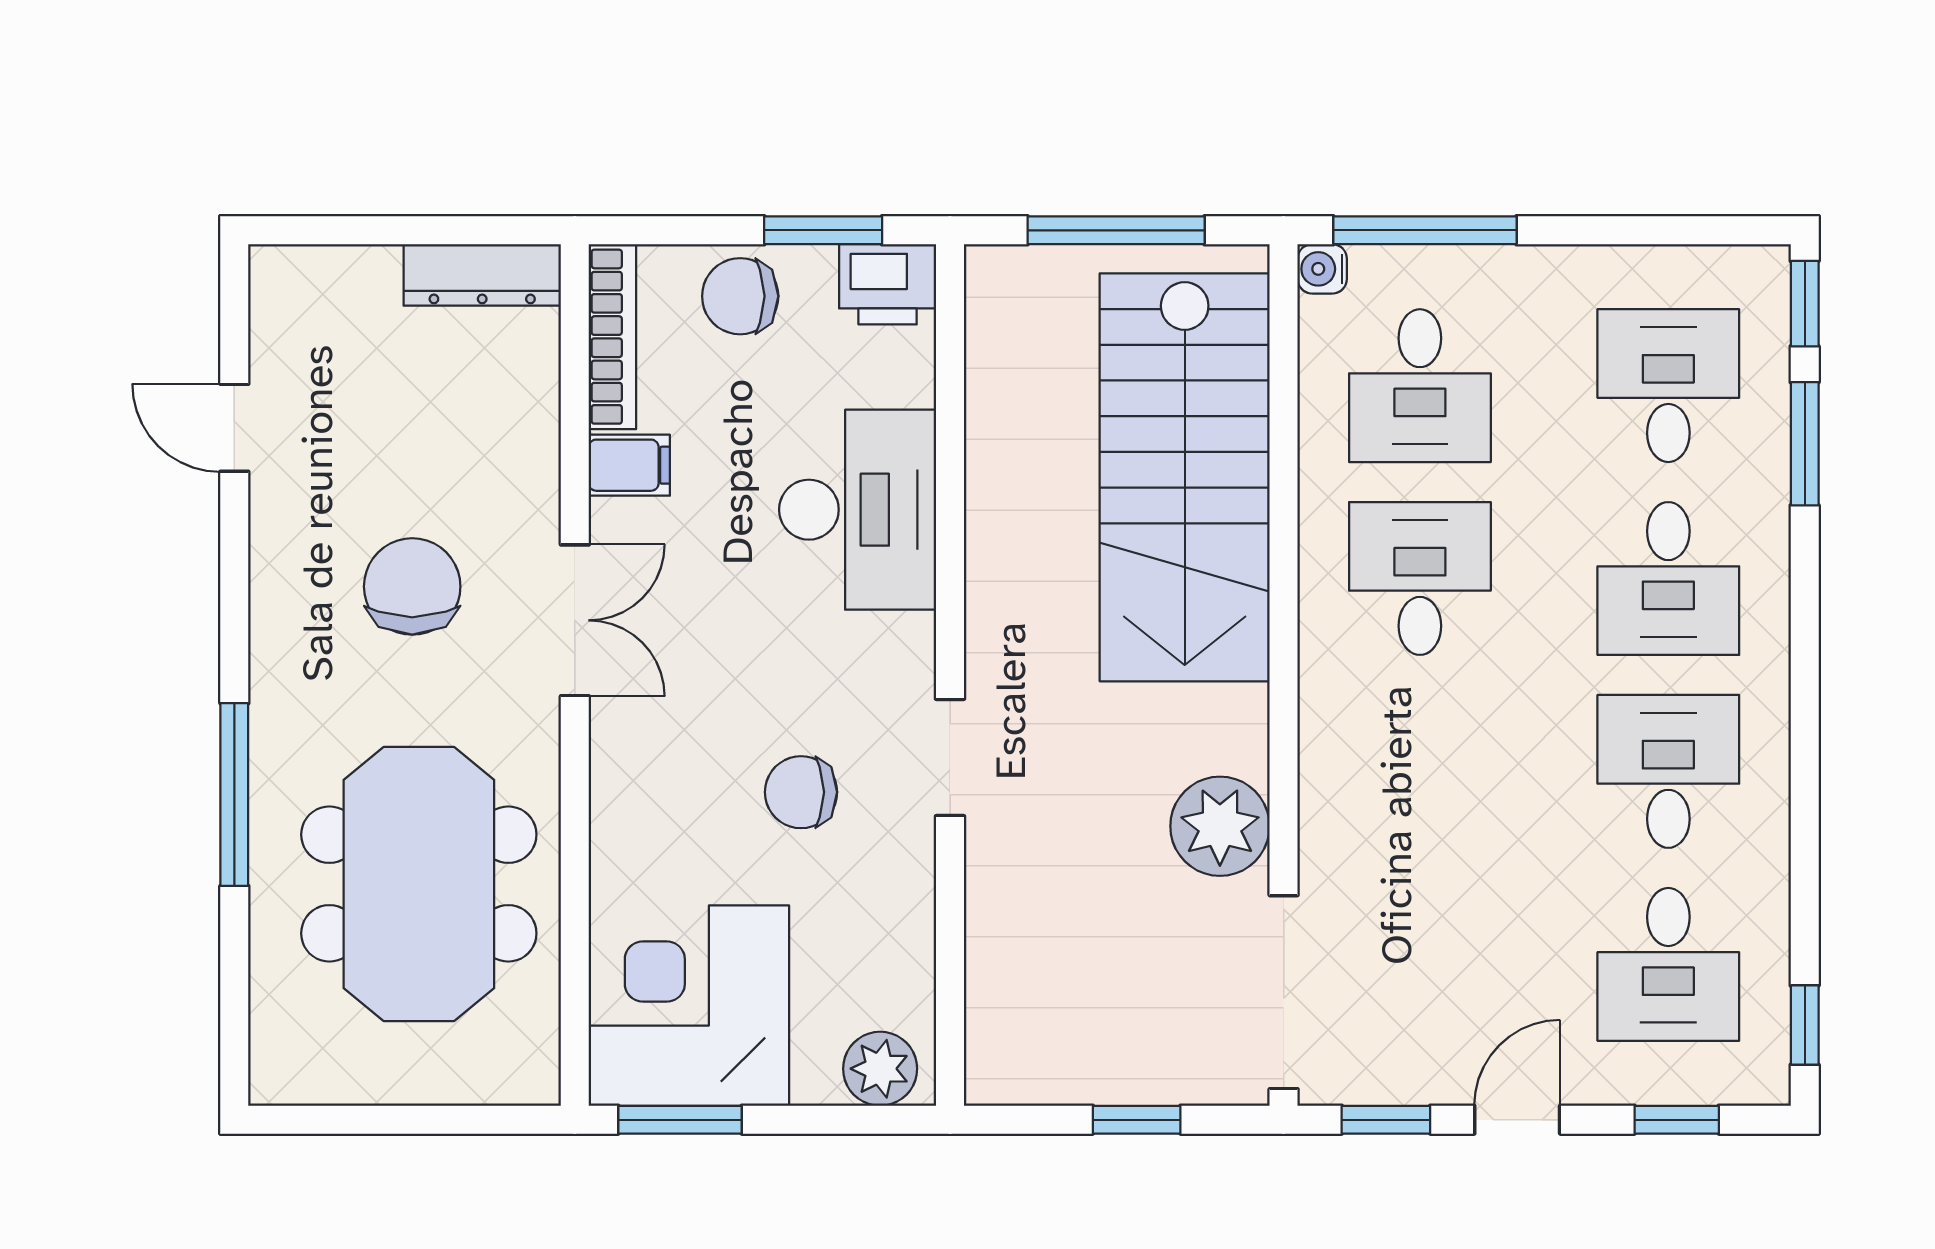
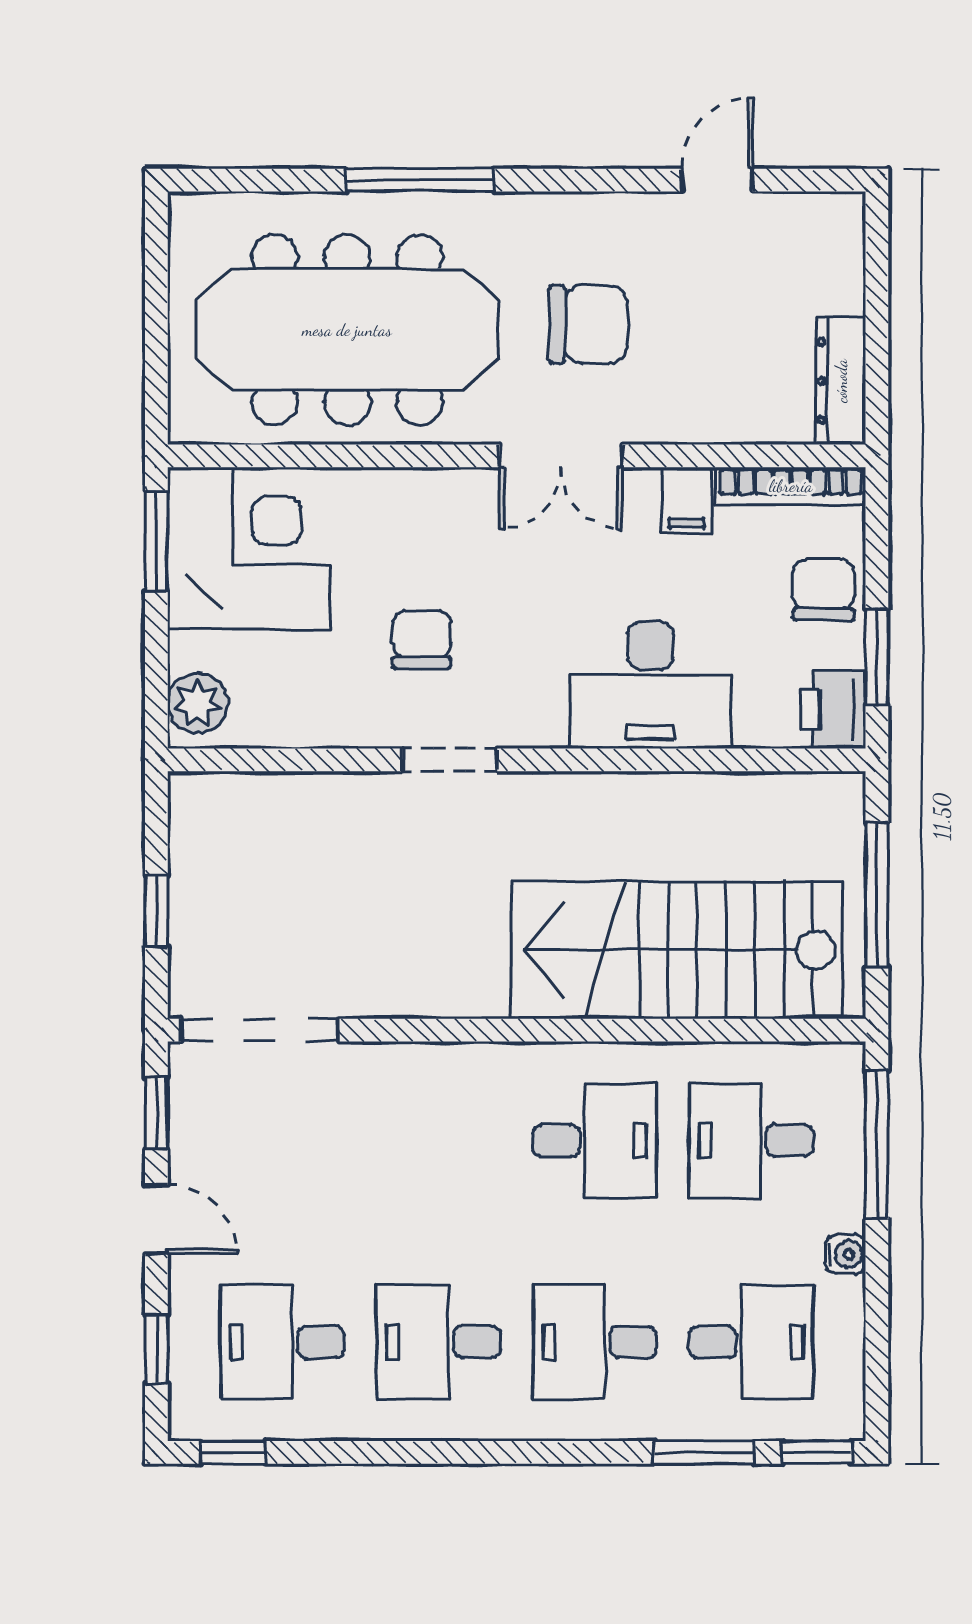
water cooler: (1322, 269) -> (846, 1254), moved, turned 90
desk: (1668, 771) -> (438, 1342), turned 180
plant: (1220, 826) -> (394, 979), removed
meeting table: (419, 884) -> (347, 330), width x1.36

